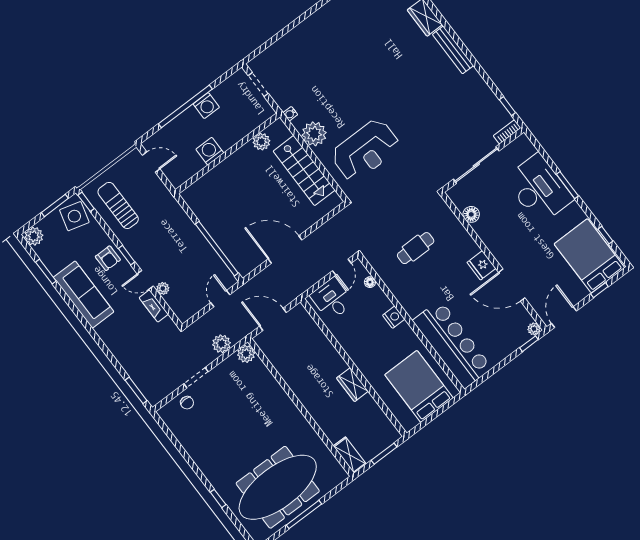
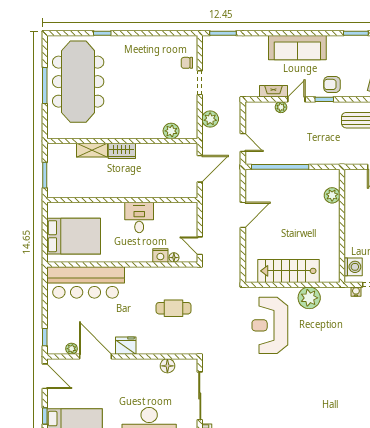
water cooler: (290, 114) -> (356, 292), moved
plant: (261, 142) -> (332, 195), moved
washing machine: (210, 151) -> (353, 267), moved
cafe table: (416, 248) -> (174, 308), turned 90
door: (285, 249) -> (243, 215), width x0.73
door: (512, 285) -> (95, 356), hinge flipped
sofa: (84, 295) -> (297, 48), moved
desk: (332, 299) -> (139, 217), moved, turned -90
nightstand: (394, 317) -> (160, 255), moved
plant: (534, 329) -> (72, 349), moved
plant: (246, 354) -> (171, 131), moved
wardrobe: (353, 385) -> (122, 151), moved, turned 180
shelving: (350, 455) -> (92, 150), moved

